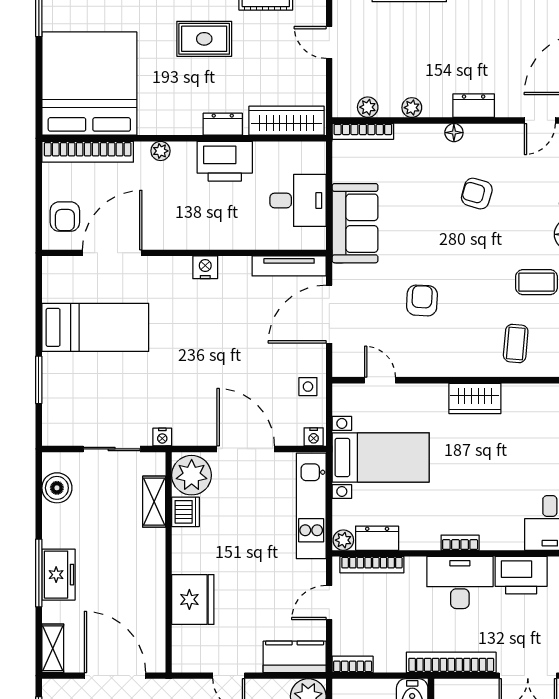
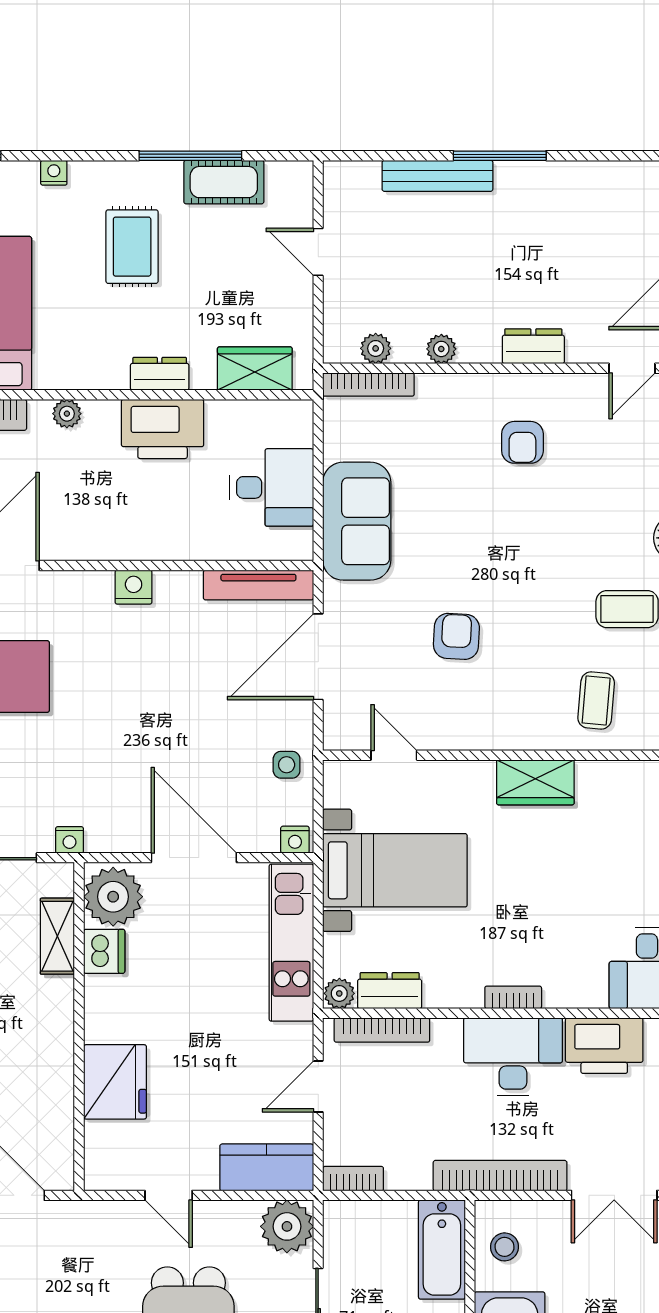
rug: (204, 39) -> (132, 247), turned 90
wardrobe: (287, 121) -> (255, 369), width x0.67
floor lamp: (454, 133) -> (504, 386), removed
armchair: (477, 194) -> (522, 442), moved, turned -106

